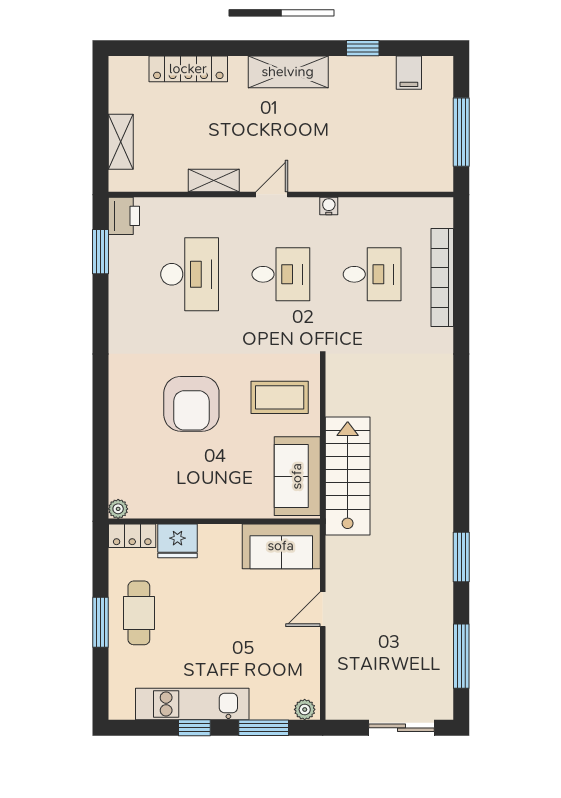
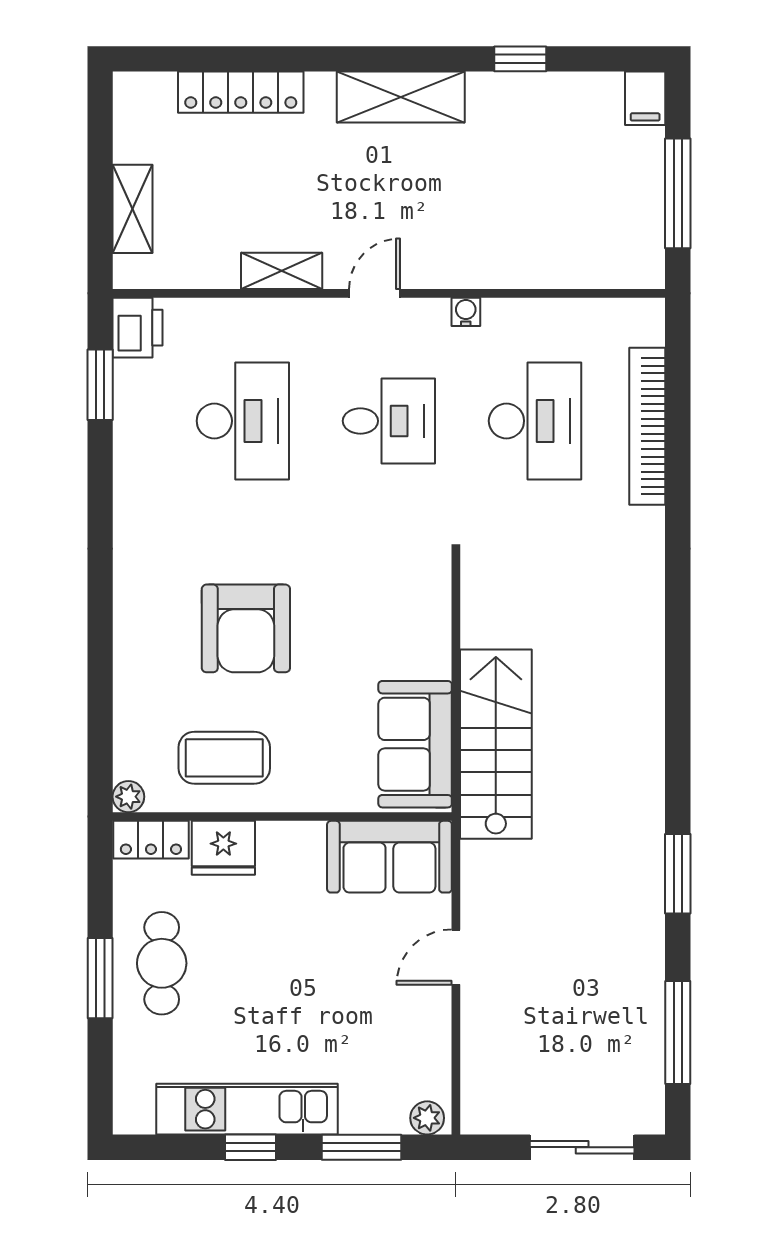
filing cabinet: (409, 73) -> (645, 98), moved
desk: (372, 274) -> (535, 421), width x1.37
coffee table: (280, 397) -> (224, 758), moved

